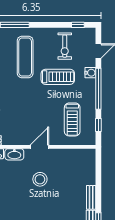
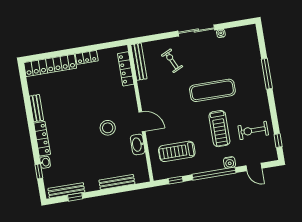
exercise mat: (25, 57) -> (212, 90), moved
washbasin: (14, 154) -> (138, 144), moved
bench: (91, 197) -> (117, 182), moved, width x1.36

